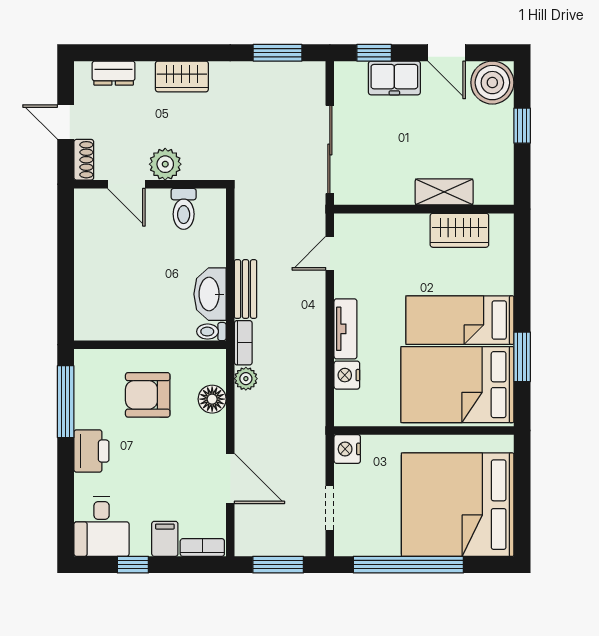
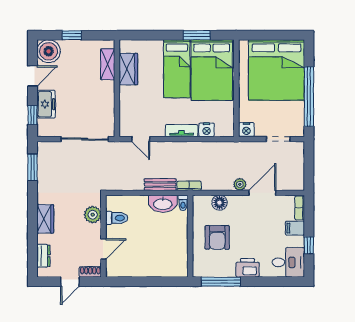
plant: (165, 164) -> (93, 215), moved
shelving: (444, 192) -> (108, 64), moved
plant: (246, 379) -> (240, 184), moved
window: (278, 565) -> (309, 167), removed

